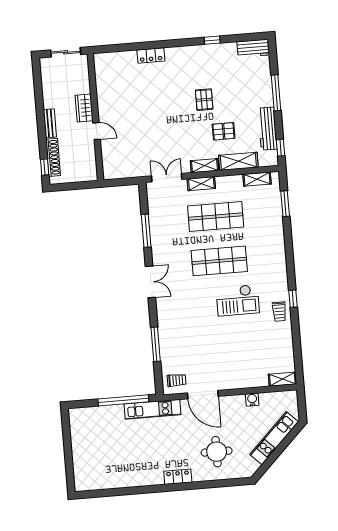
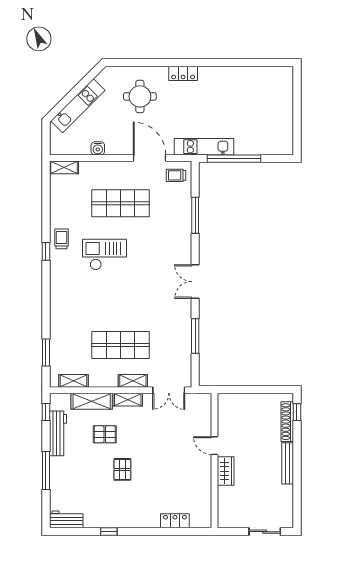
wardrobe: (84, 108) -> (226, 471), moved
wall: (95, 117) -> (214, 461), moved
bench: (50, 123) -> (288, 463), width x1.36
door: (97, 131) -> (214, 446), moved
shop shelf: (219, 261) -> (121, 203), moved

